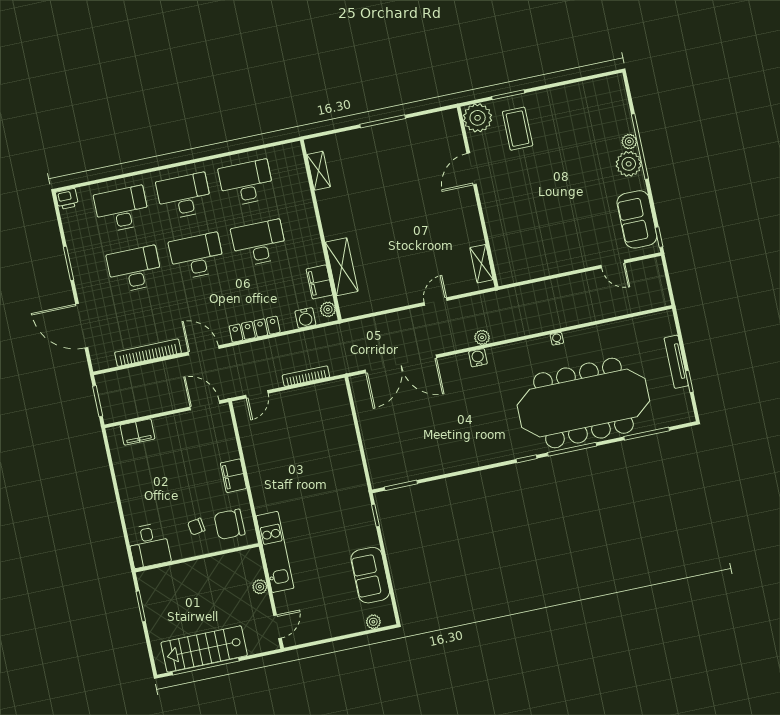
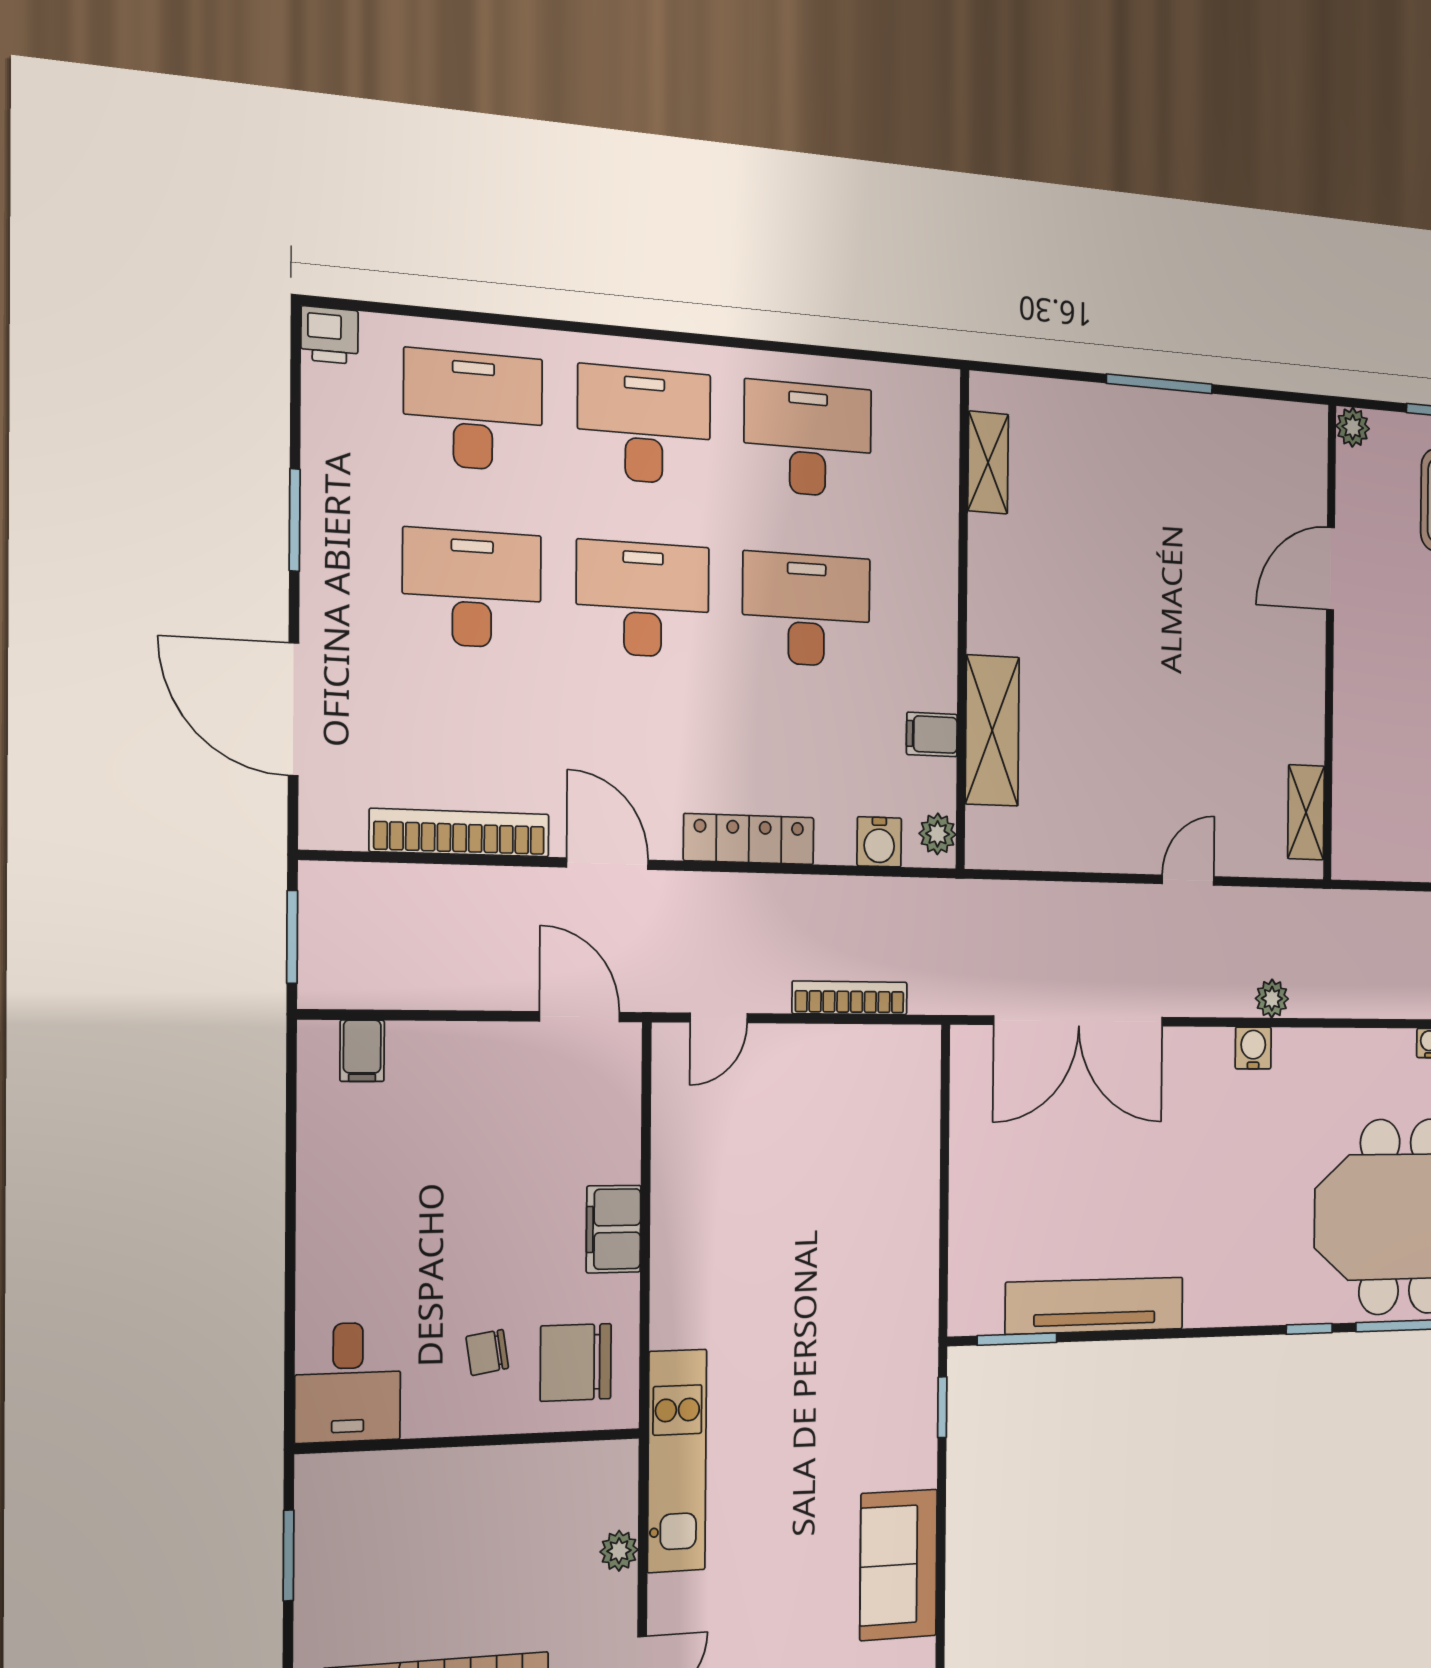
plant: (478, 118) -> (1353, 427), width x0.53, depth x0.53
filing cabinet: (319, 282) -> (932, 734), width x0.50
filing cabinet: (137, 432) -> (362, 1051), width x0.50
tv unit: (431, 467) -> (1095, 1306), added

